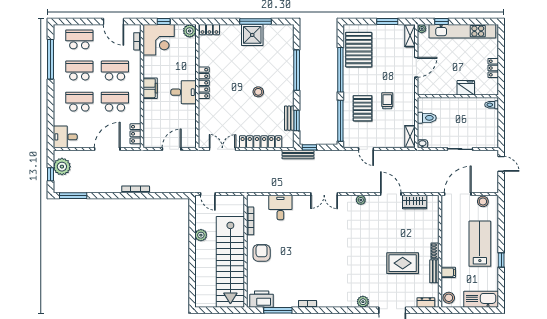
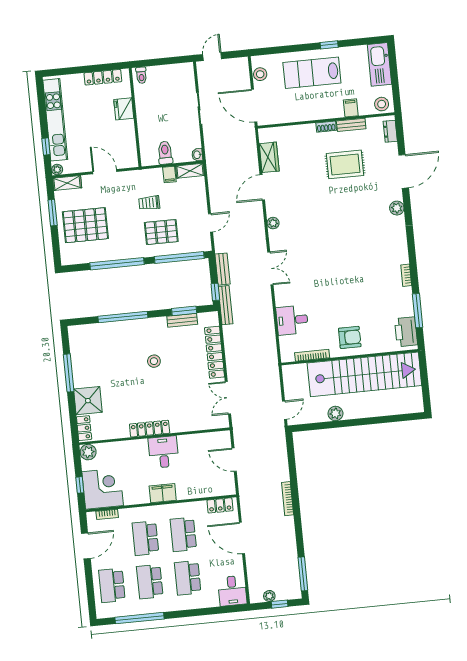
shower: (252, 35) -> (88, 401), moved
pallet: (359, 50) -> (85, 225), moved
locker: (493, 68) -> (103, 77), width x1.53
filing cabinet: (409, 120) -> (169, 174), added
bench: (328, 155) -> (223, 269), added
plant: (62, 167) -> (269, 596), width x0.53, depth x0.53
armchair: (262, 253) -> (350, 337), turned 180
rug: (403, 263) -> (345, 164), turned 90

